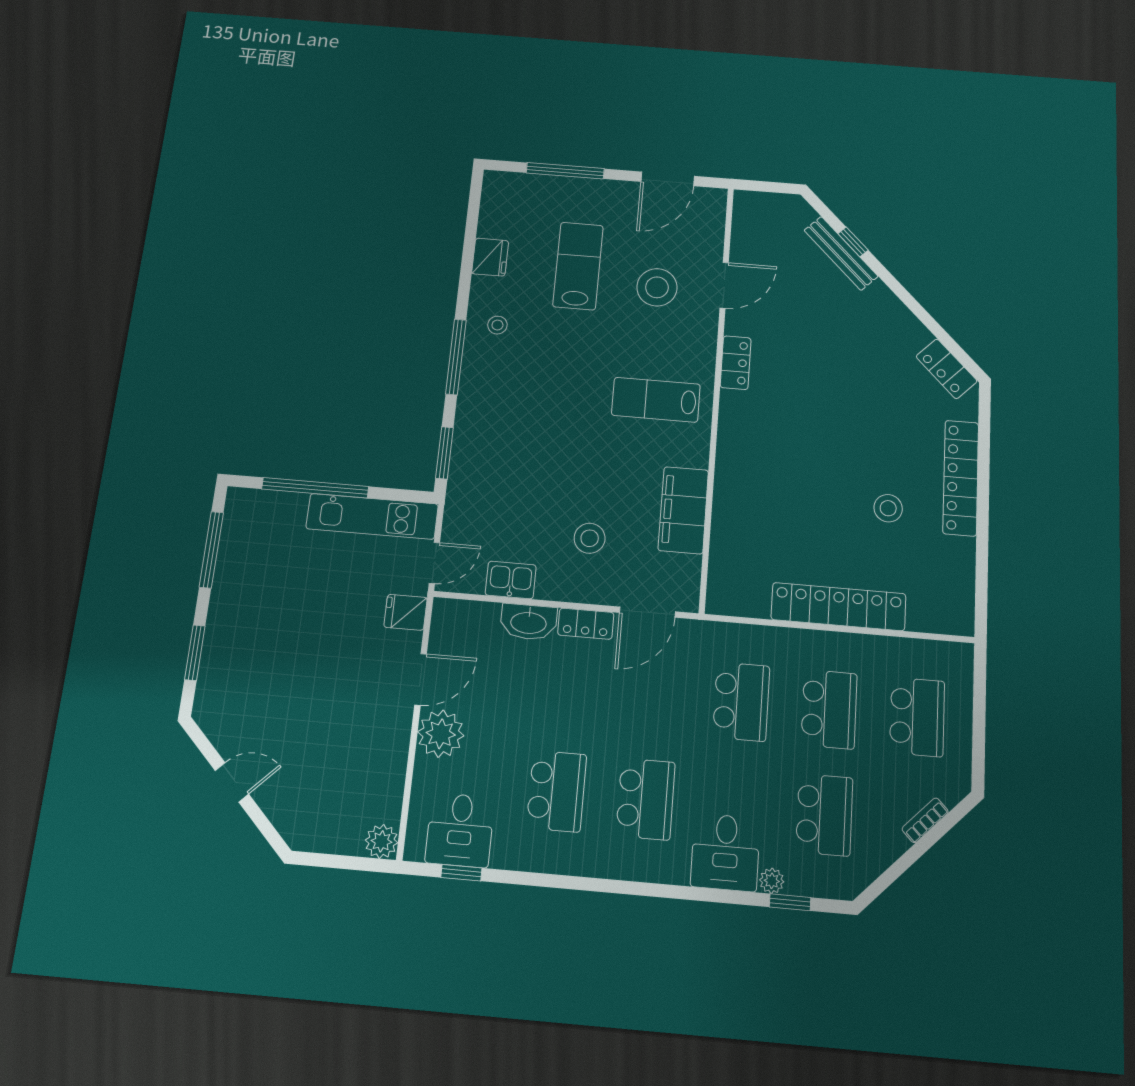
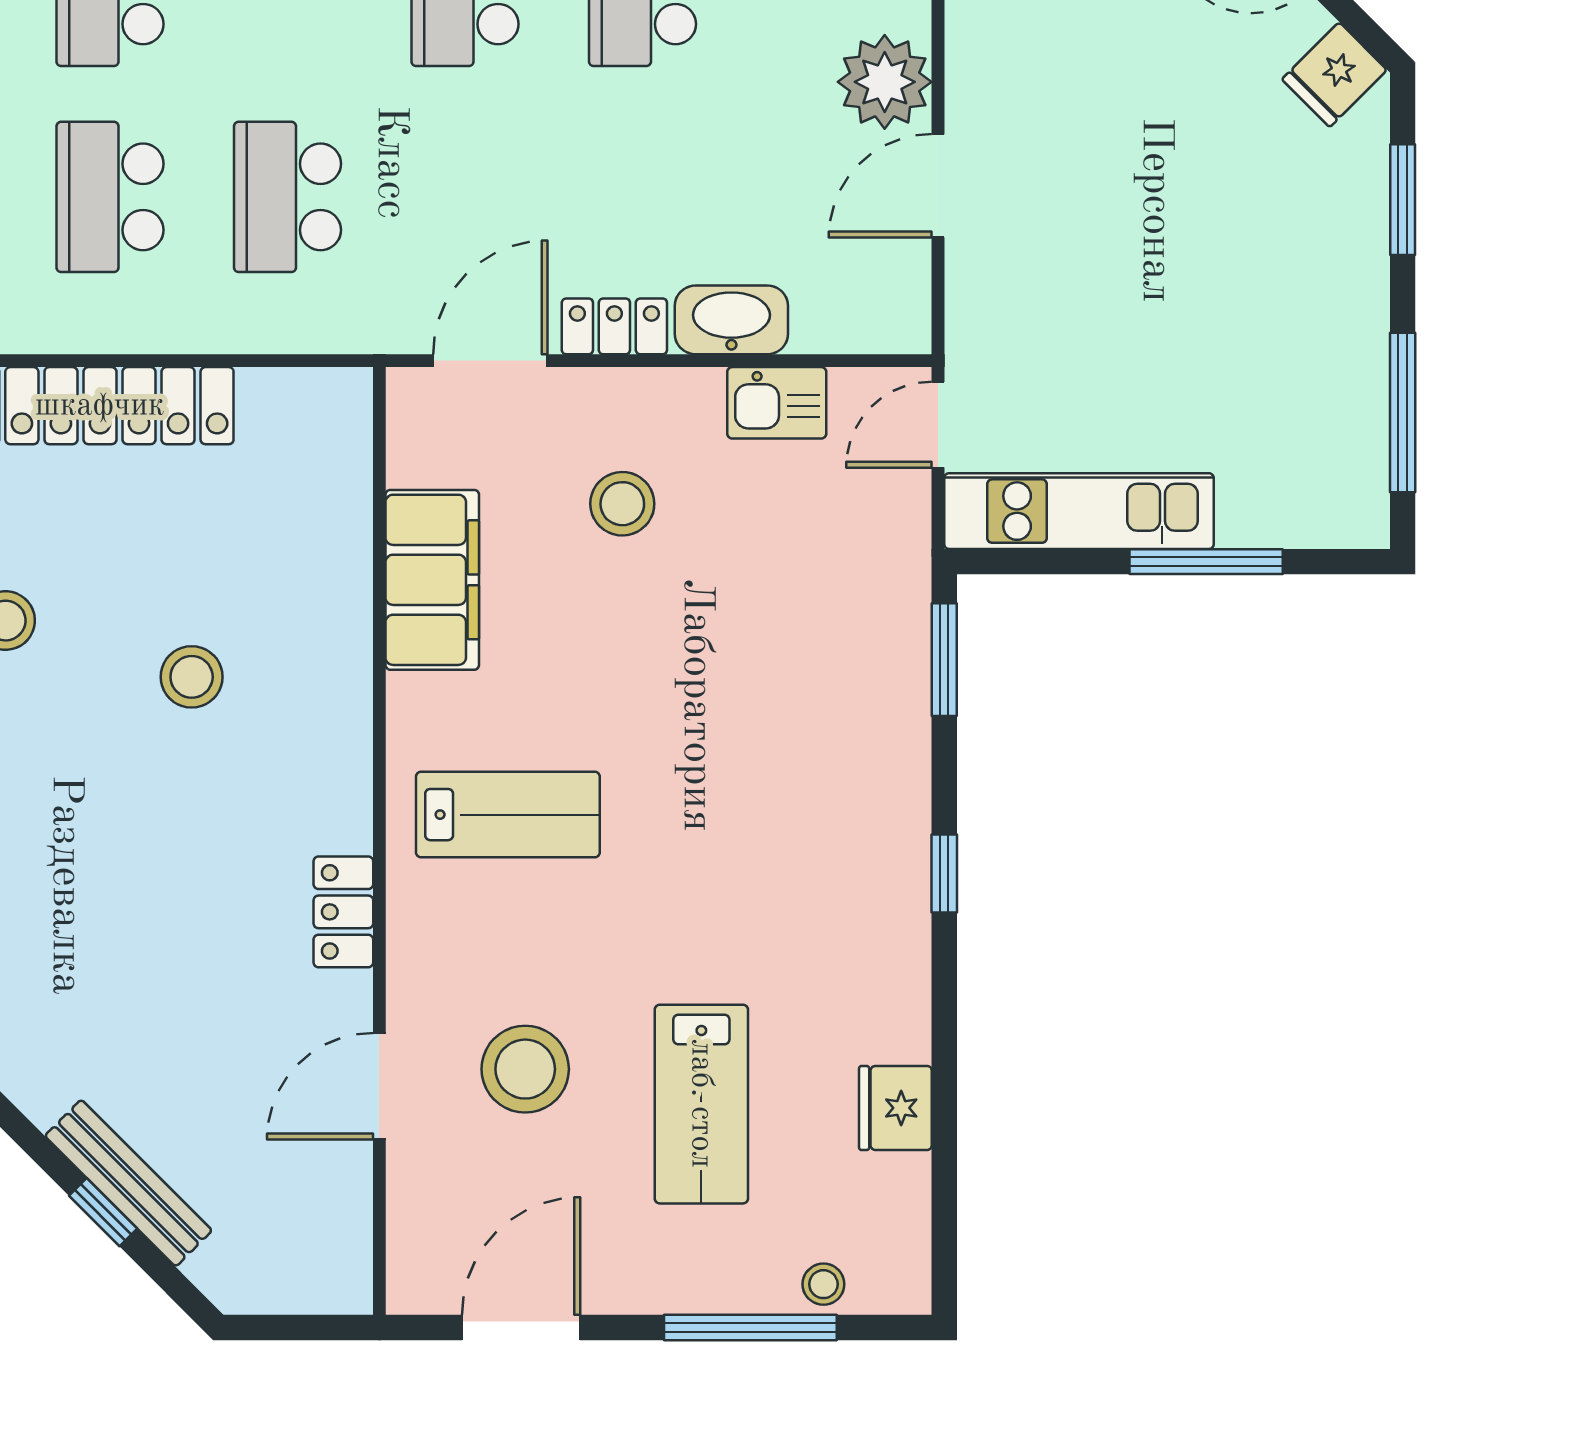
stool: (497, 325) -> (823, 1284), moved
window: (456, 357) -> (944, 873), width x0.46
stool: (801, 475) -> (192, 677), added
window: (315, 488) -> (1206, 562), width x0.68
fridge: (405, 612) -> (1334, 75), moved, turned 135

